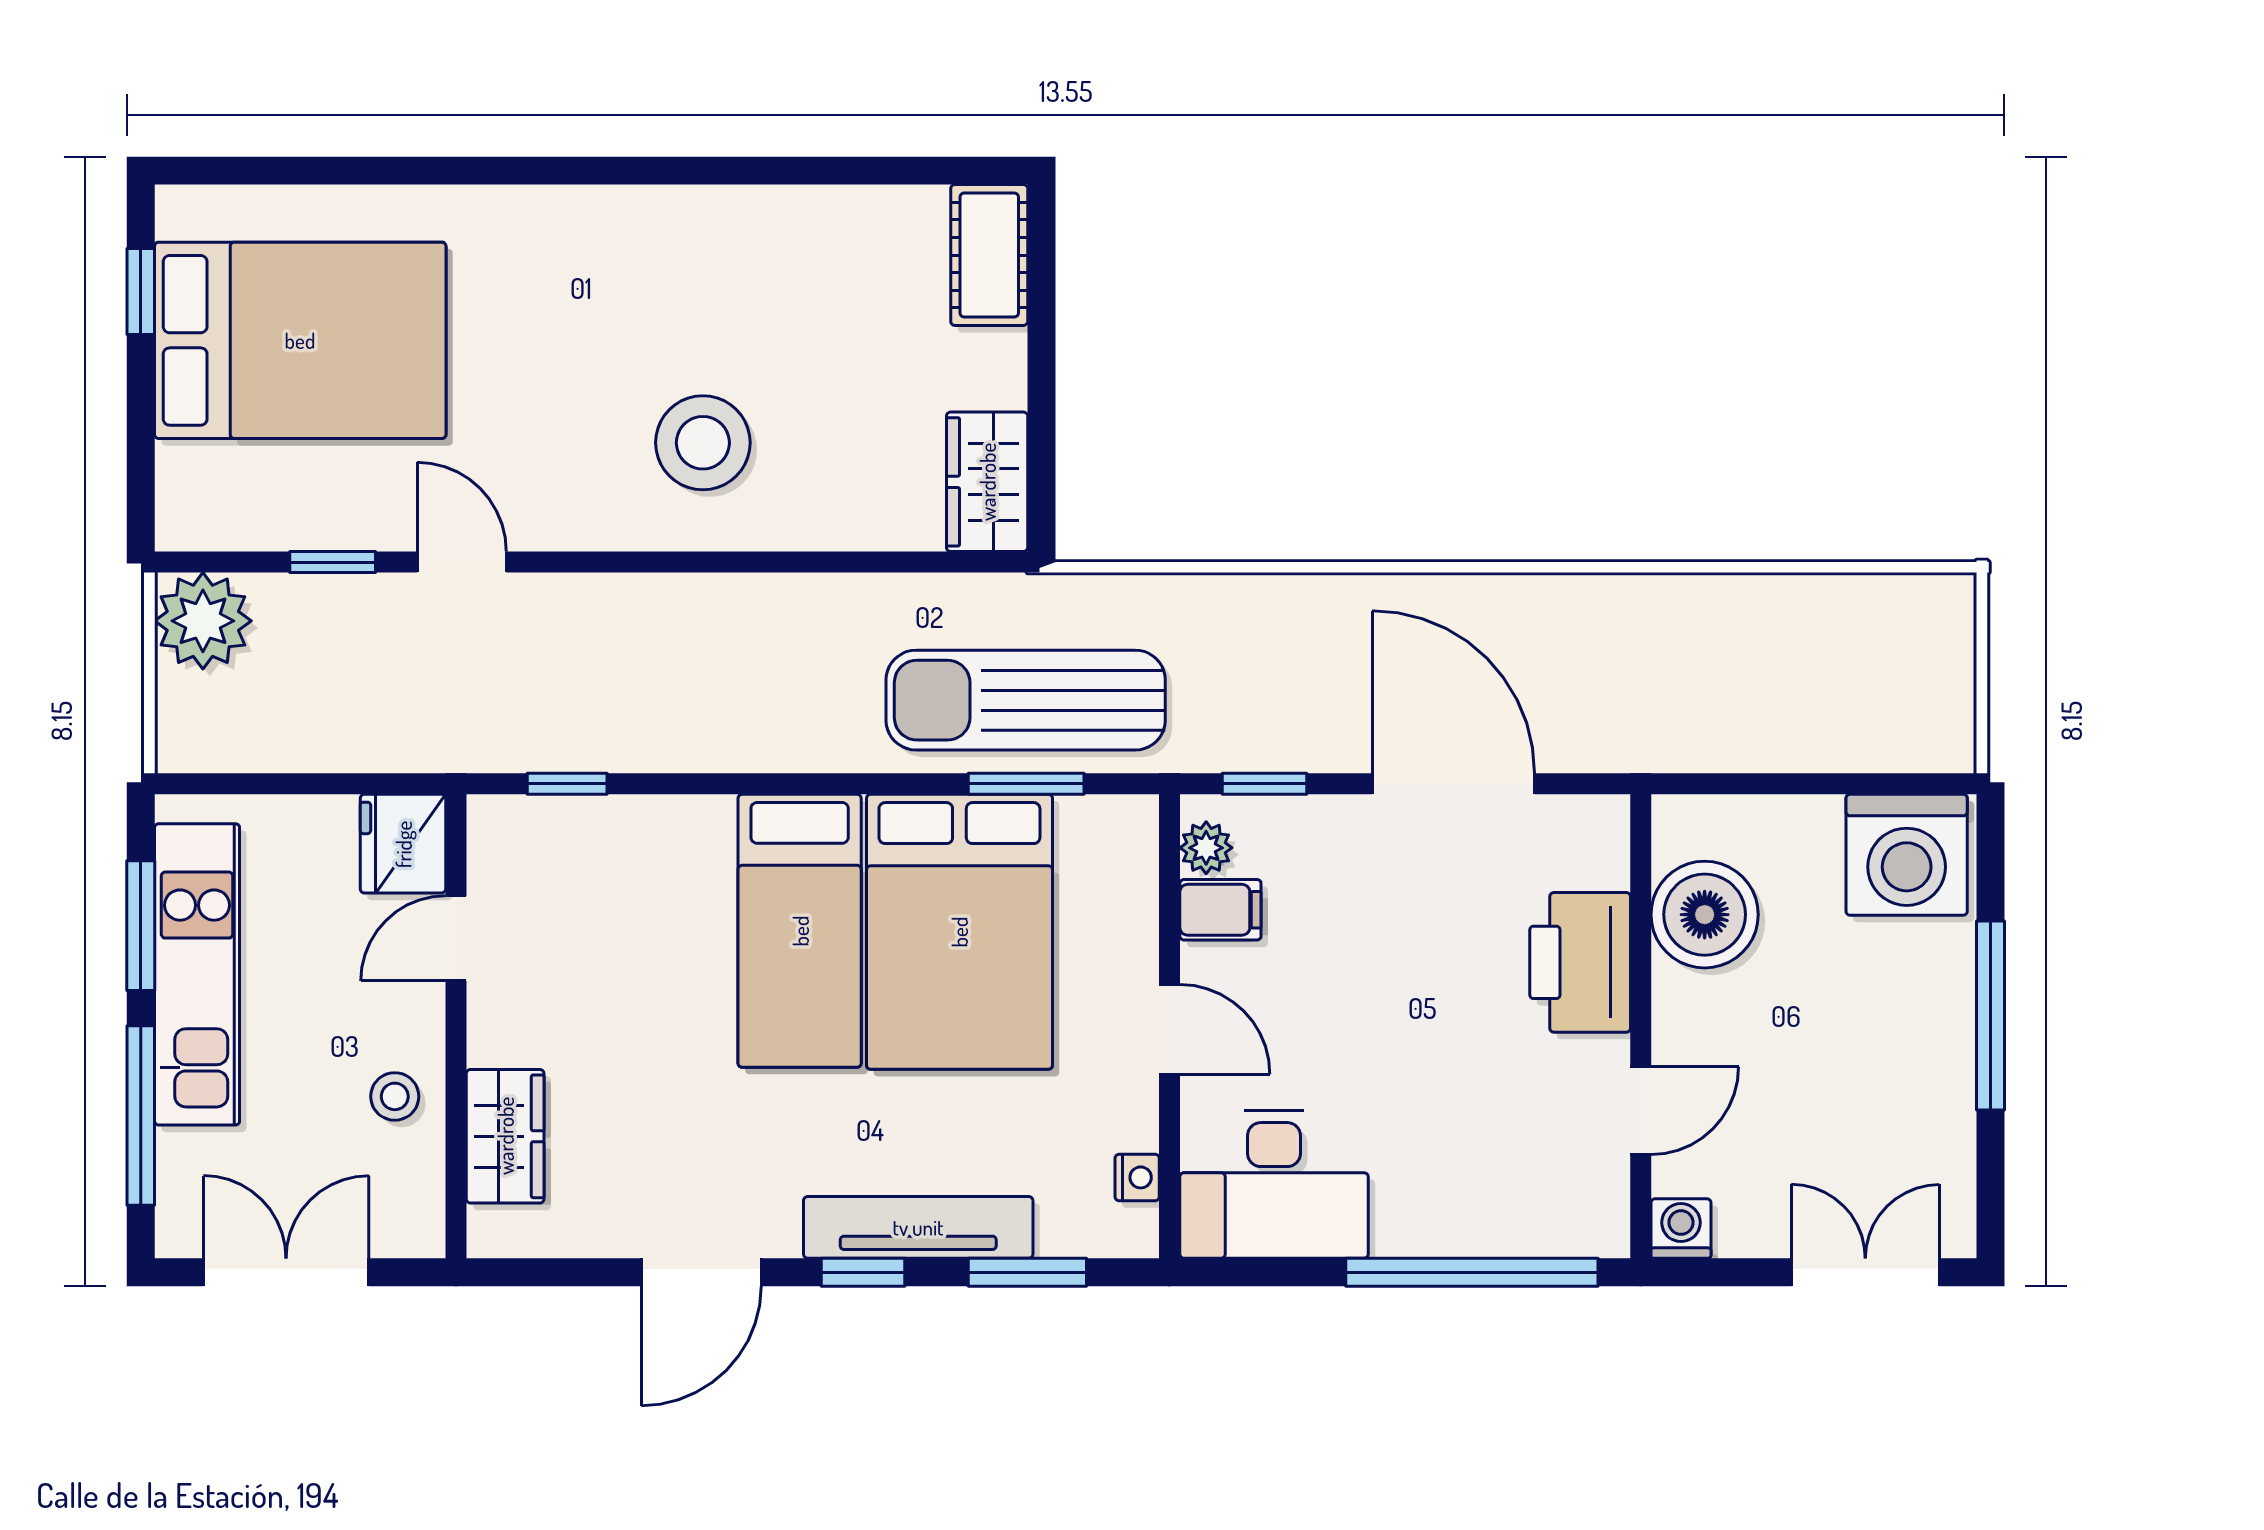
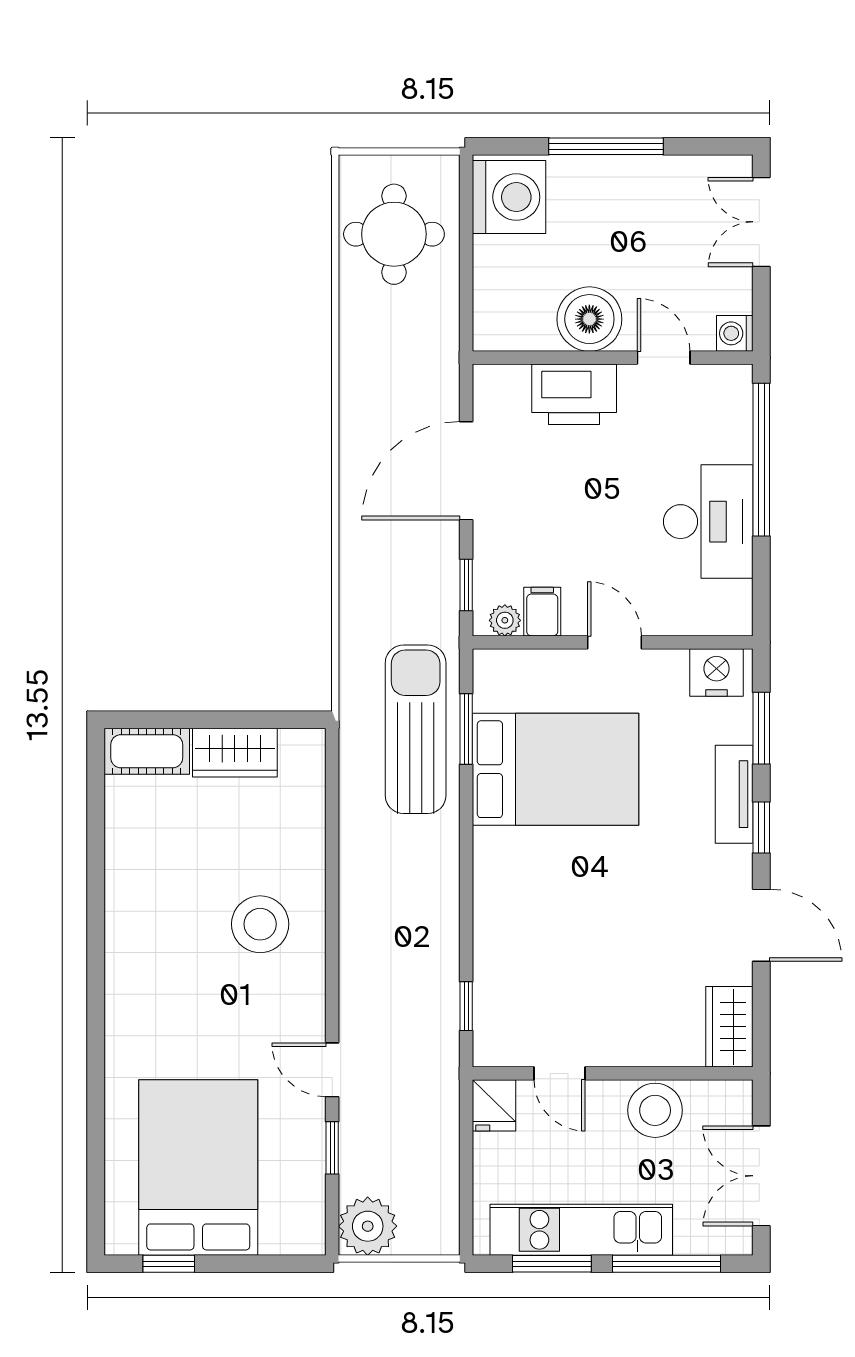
wardrobe: (987, 482) -> (235, 753), moved
door: (462, 562) -> (332, 1070), hinge flipped
round table: (1845, 664) -> (394, 234), added
sun lounger: (1026, 700) -> (416, 729), turned 180
fridge: (403, 844) -> (494, 1105), width x0.72
boiler: (1705, 915) -> (589, 319), moved
bed: (800, 931) -> (555, 866), removed
door: (1170, 1029) -> (614, 642), hinge flipped
stool: (395, 1096) -> (655, 1110), width x1.89, depth x1.89
wardrobe: (505, 1136) -> (729, 1027), moved, turned -90
nightstand: (1137, 1177) -> (716, 672), width x1.89, depth x1.79
desk: (1274, 1184) -> (708, 522), moved
tv unit: (918, 1227) -> (734, 794), width x0.71

